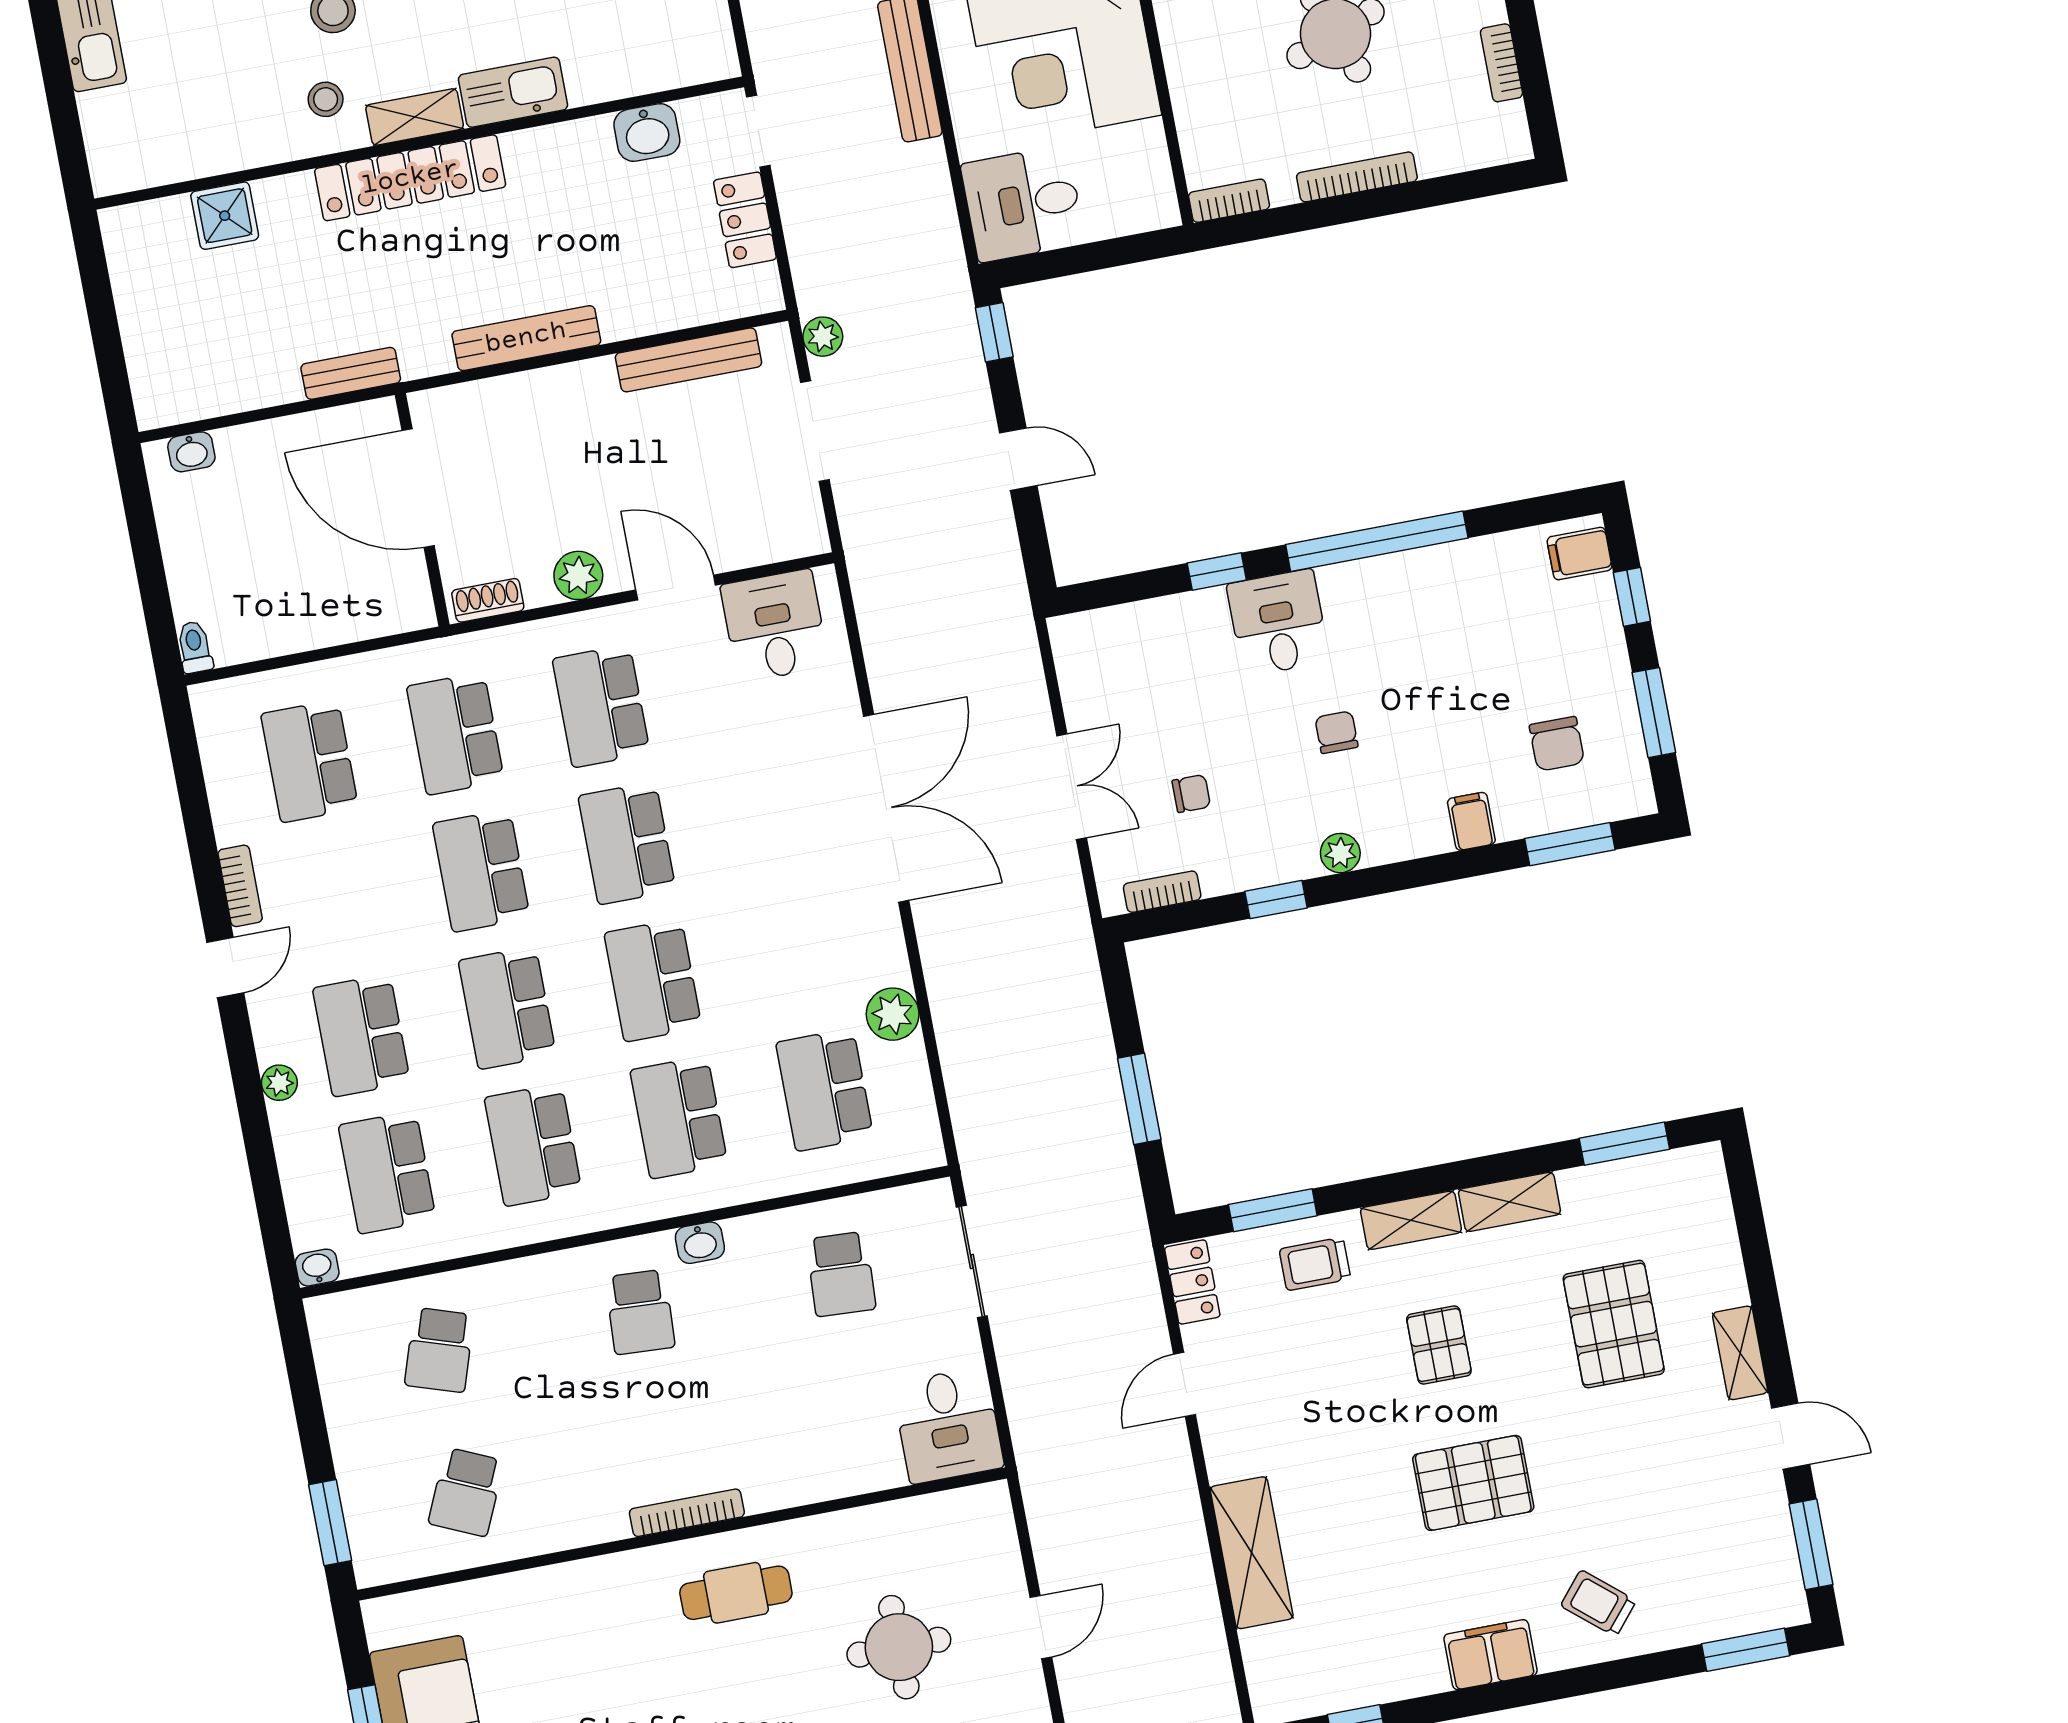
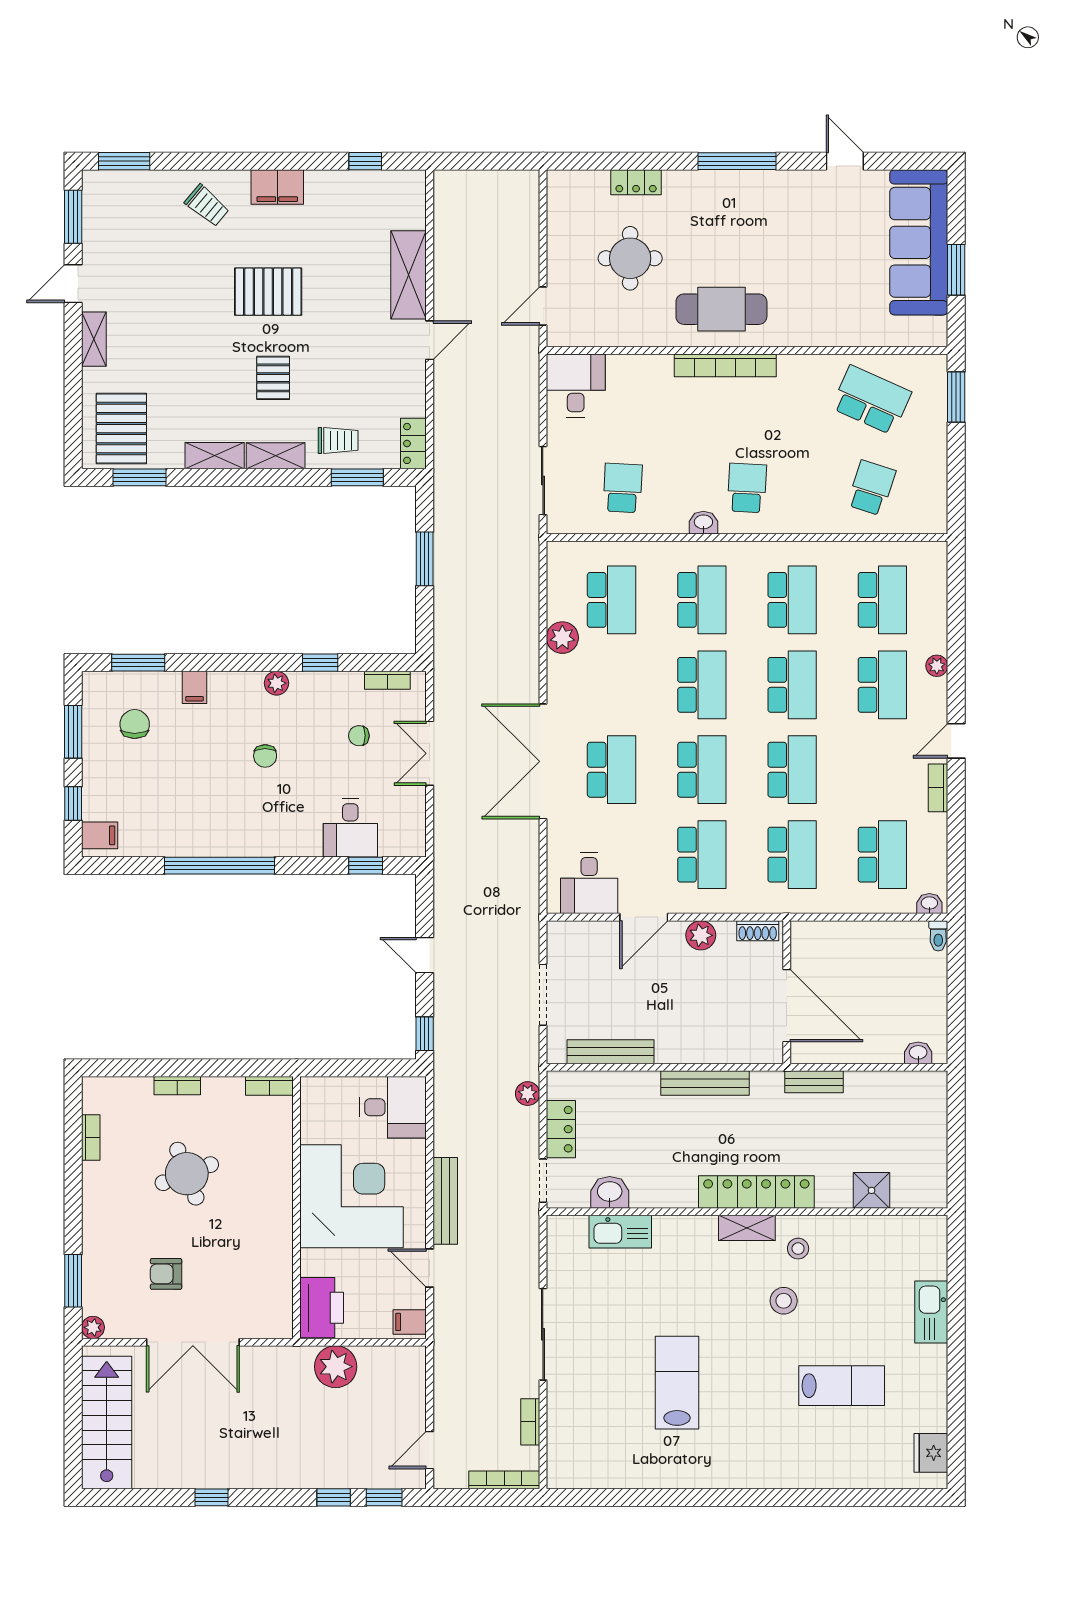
kitchen sink: (513, 92) -> (620, 1232), moved
bookcase: (1357, 177) -> (177, 1086), width x0.64
plant: (823, 337) -> (528, 1094), moved
window: (1217, 571) -> (366, 866), moved
door: (676, 587) -> (644, 917), hinge flipped
desk: (1278, 623) -> (350, 828), moved
school desk: (773, 816) -> (612, 770), added
washbasin: (317, 1268) -> (929, 904), moved, turned 180
pallet: (1614, 1324) -> (121, 429), moved
door: (1185, 1384) -> (430, 340), moved
door: (1791, 1436) -> (73, 284), hinge flipped
school desk: (466, 1492) -> (871, 400), width x1.85
bookcase: (687, 1513) -> (725, 365), width x1.48, depth x1.31
cafe table: (736, 1593) -> (721, 309), width x1.37, depth x1.35
door: (1041, 1627) -> (543, 306), moved

